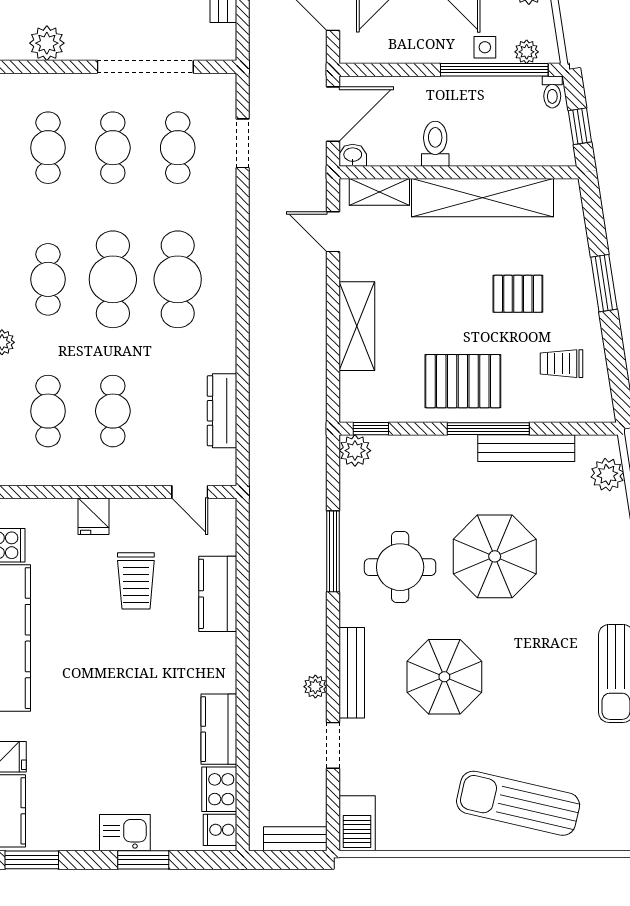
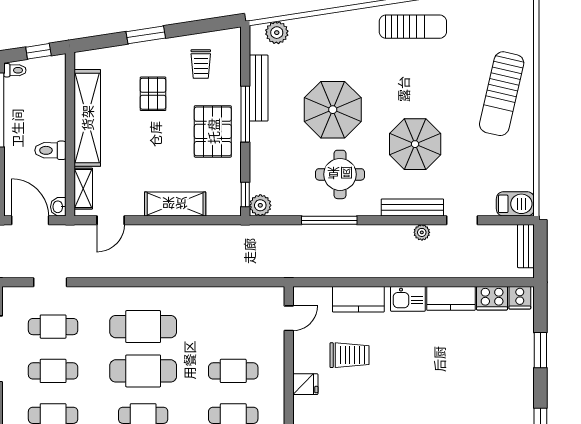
dresser: (222, 411) -> (233, 296), removed
kitchen sink: (125, 833) -> (408, 299), moved, turned -90

